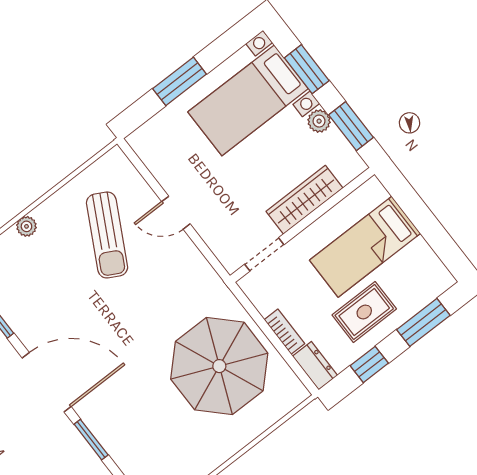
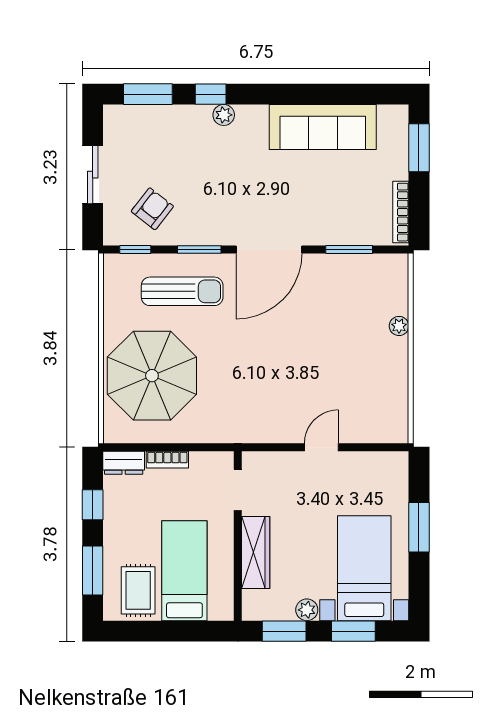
sun lounger: (107, 235) -> (182, 291), moved, turned 152
rug: (364, 312) -> (138, 590), moved
parasol: (219, 366) -> (152, 376), moved

